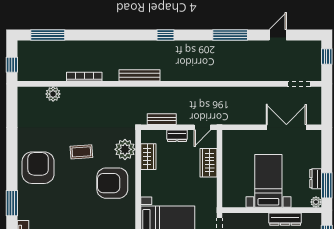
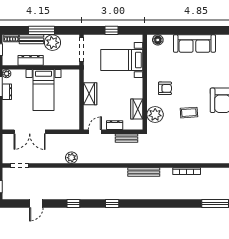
window: (166, 35) -> (112, 203), moved
window: (230, 35) -> (73, 203), width x0.46
plant: (53, 94) -> (71, 158), moved
wardrobe: (209, 163) -> (90, 94), moved
armchair: (112, 183) -> (165, 88), width x0.53, depth x0.53

